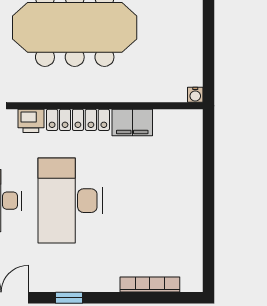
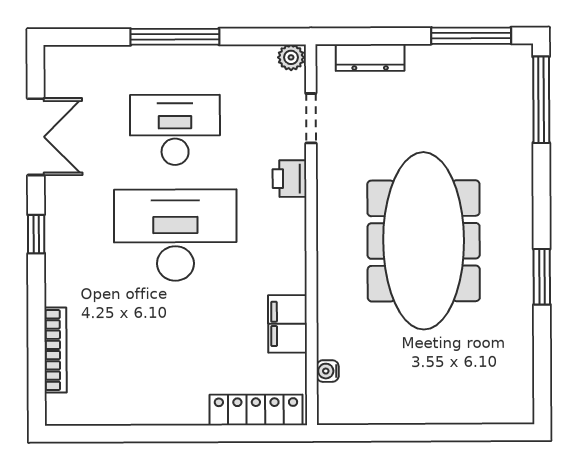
water cooler: (195, 95) -> (328, 371), moved
locker: (78, 120) -> (256, 410), moved, turned 90

